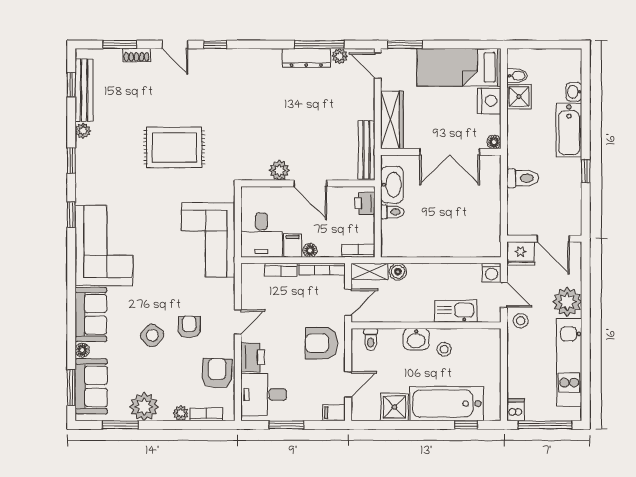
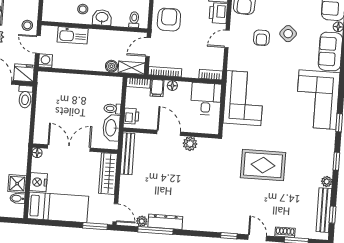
toilet: (523, 178) -> (25, 97), moved, turned -90
filing cabinet: (293, 245) -> (157, 88), moved
bookcase: (281, 270) -> (211, 75), moved
armchair: (322, 343) -> (169, 20), turned -90

